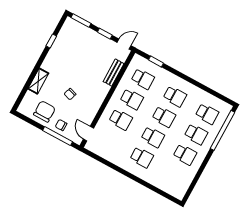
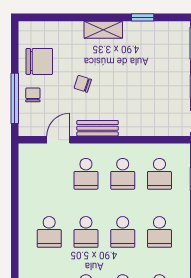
bench: (114, 73) -> (98, 128), moved
shelving: (38, 81) -> (103, 30), moved
door: (88, 134) -> (58, 140), moved

